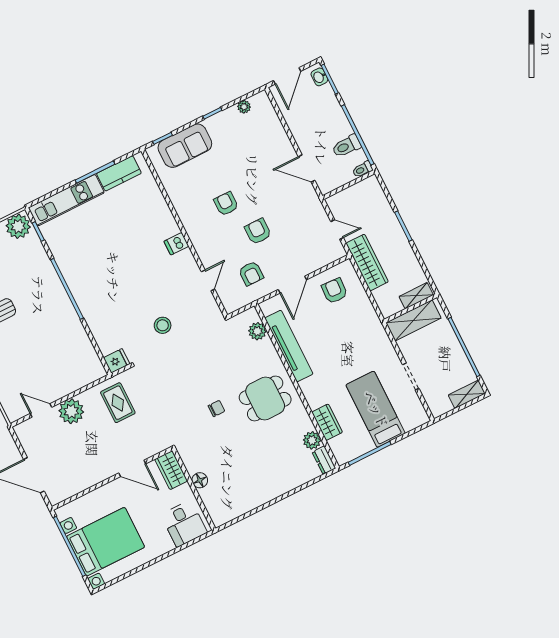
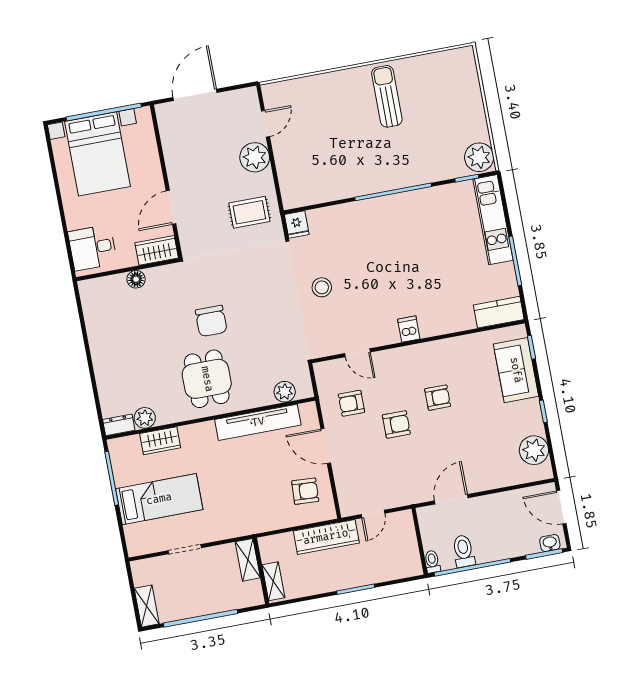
plant: (244, 107) -> (534, 450), width x1.88, depth x1.88
kitchen counter: (119, 173) -> (499, 312), moved, turned 90
shelving: (414, 320) -> (248, 560), width x0.67, depth x0.75
chair: (216, 408) -> (211, 321), width x1.87, depth x1.87

